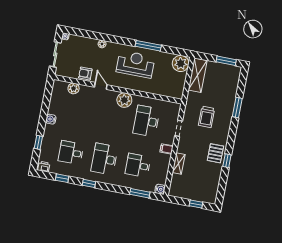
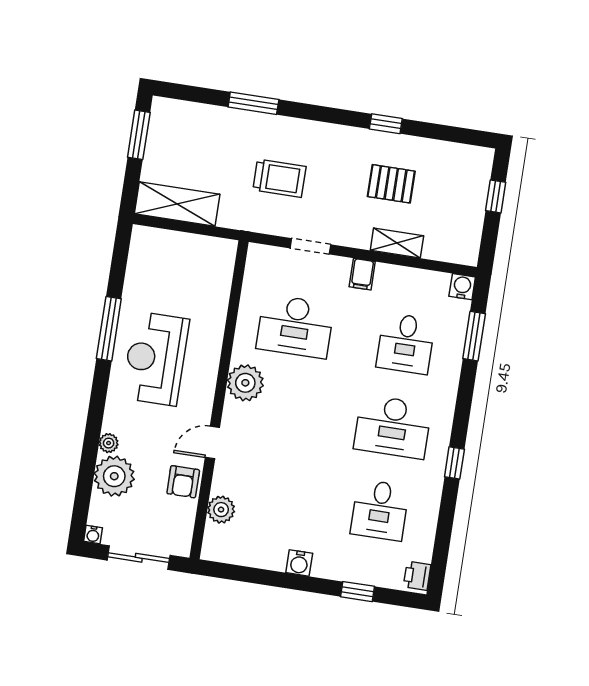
plant: (181, 63) -> (114, 476), moved
pallet: (215, 153) -> (391, 184), moved
window: (62, 178) -> (444, 530), removed

